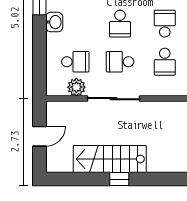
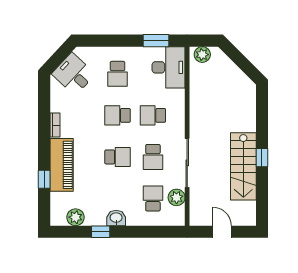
school desk: (165, 62) -> (153, 115), turned 180

